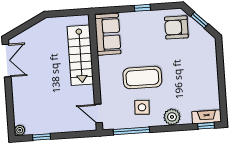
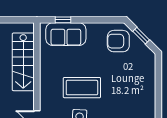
window: (142, 8) -> (63, 20), moved
sofa: (108, 34) -> (66, 34), moved, turned 90

